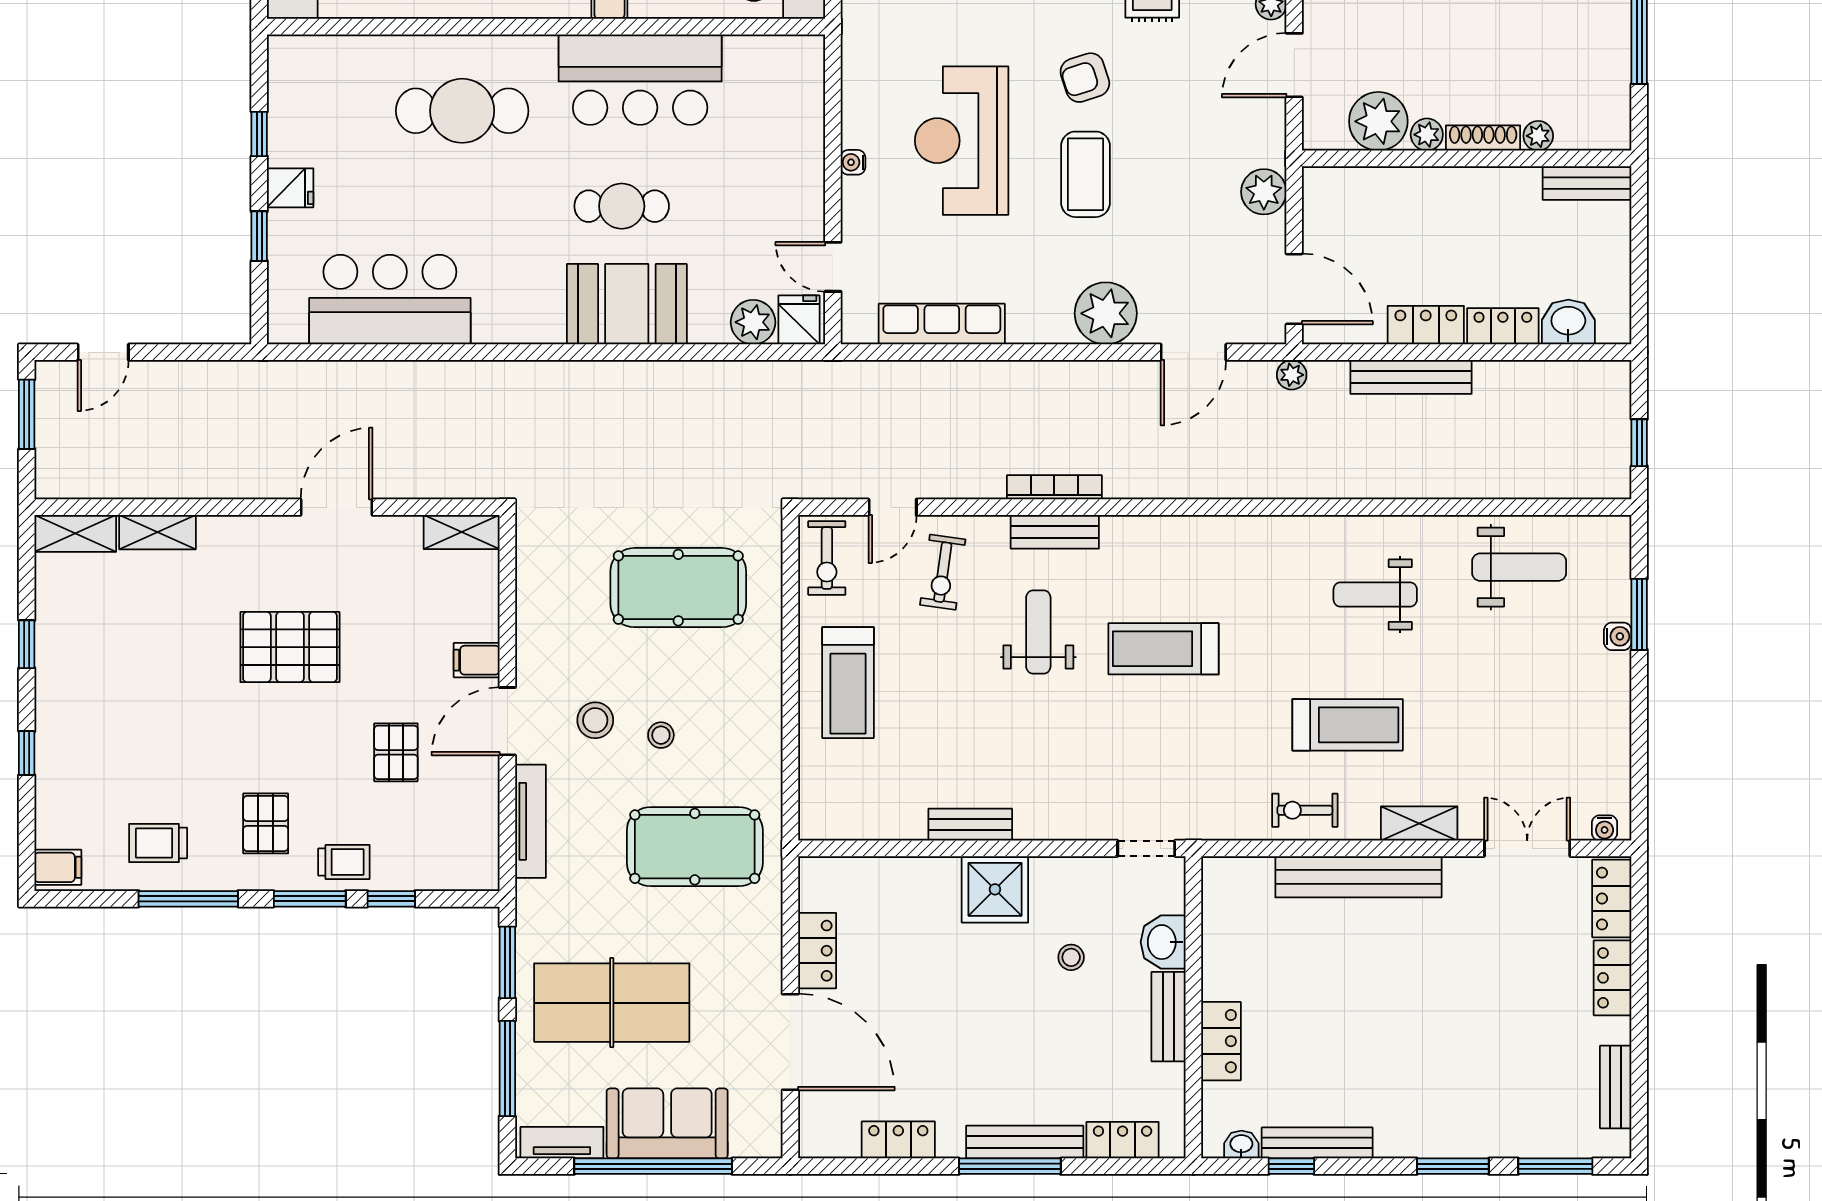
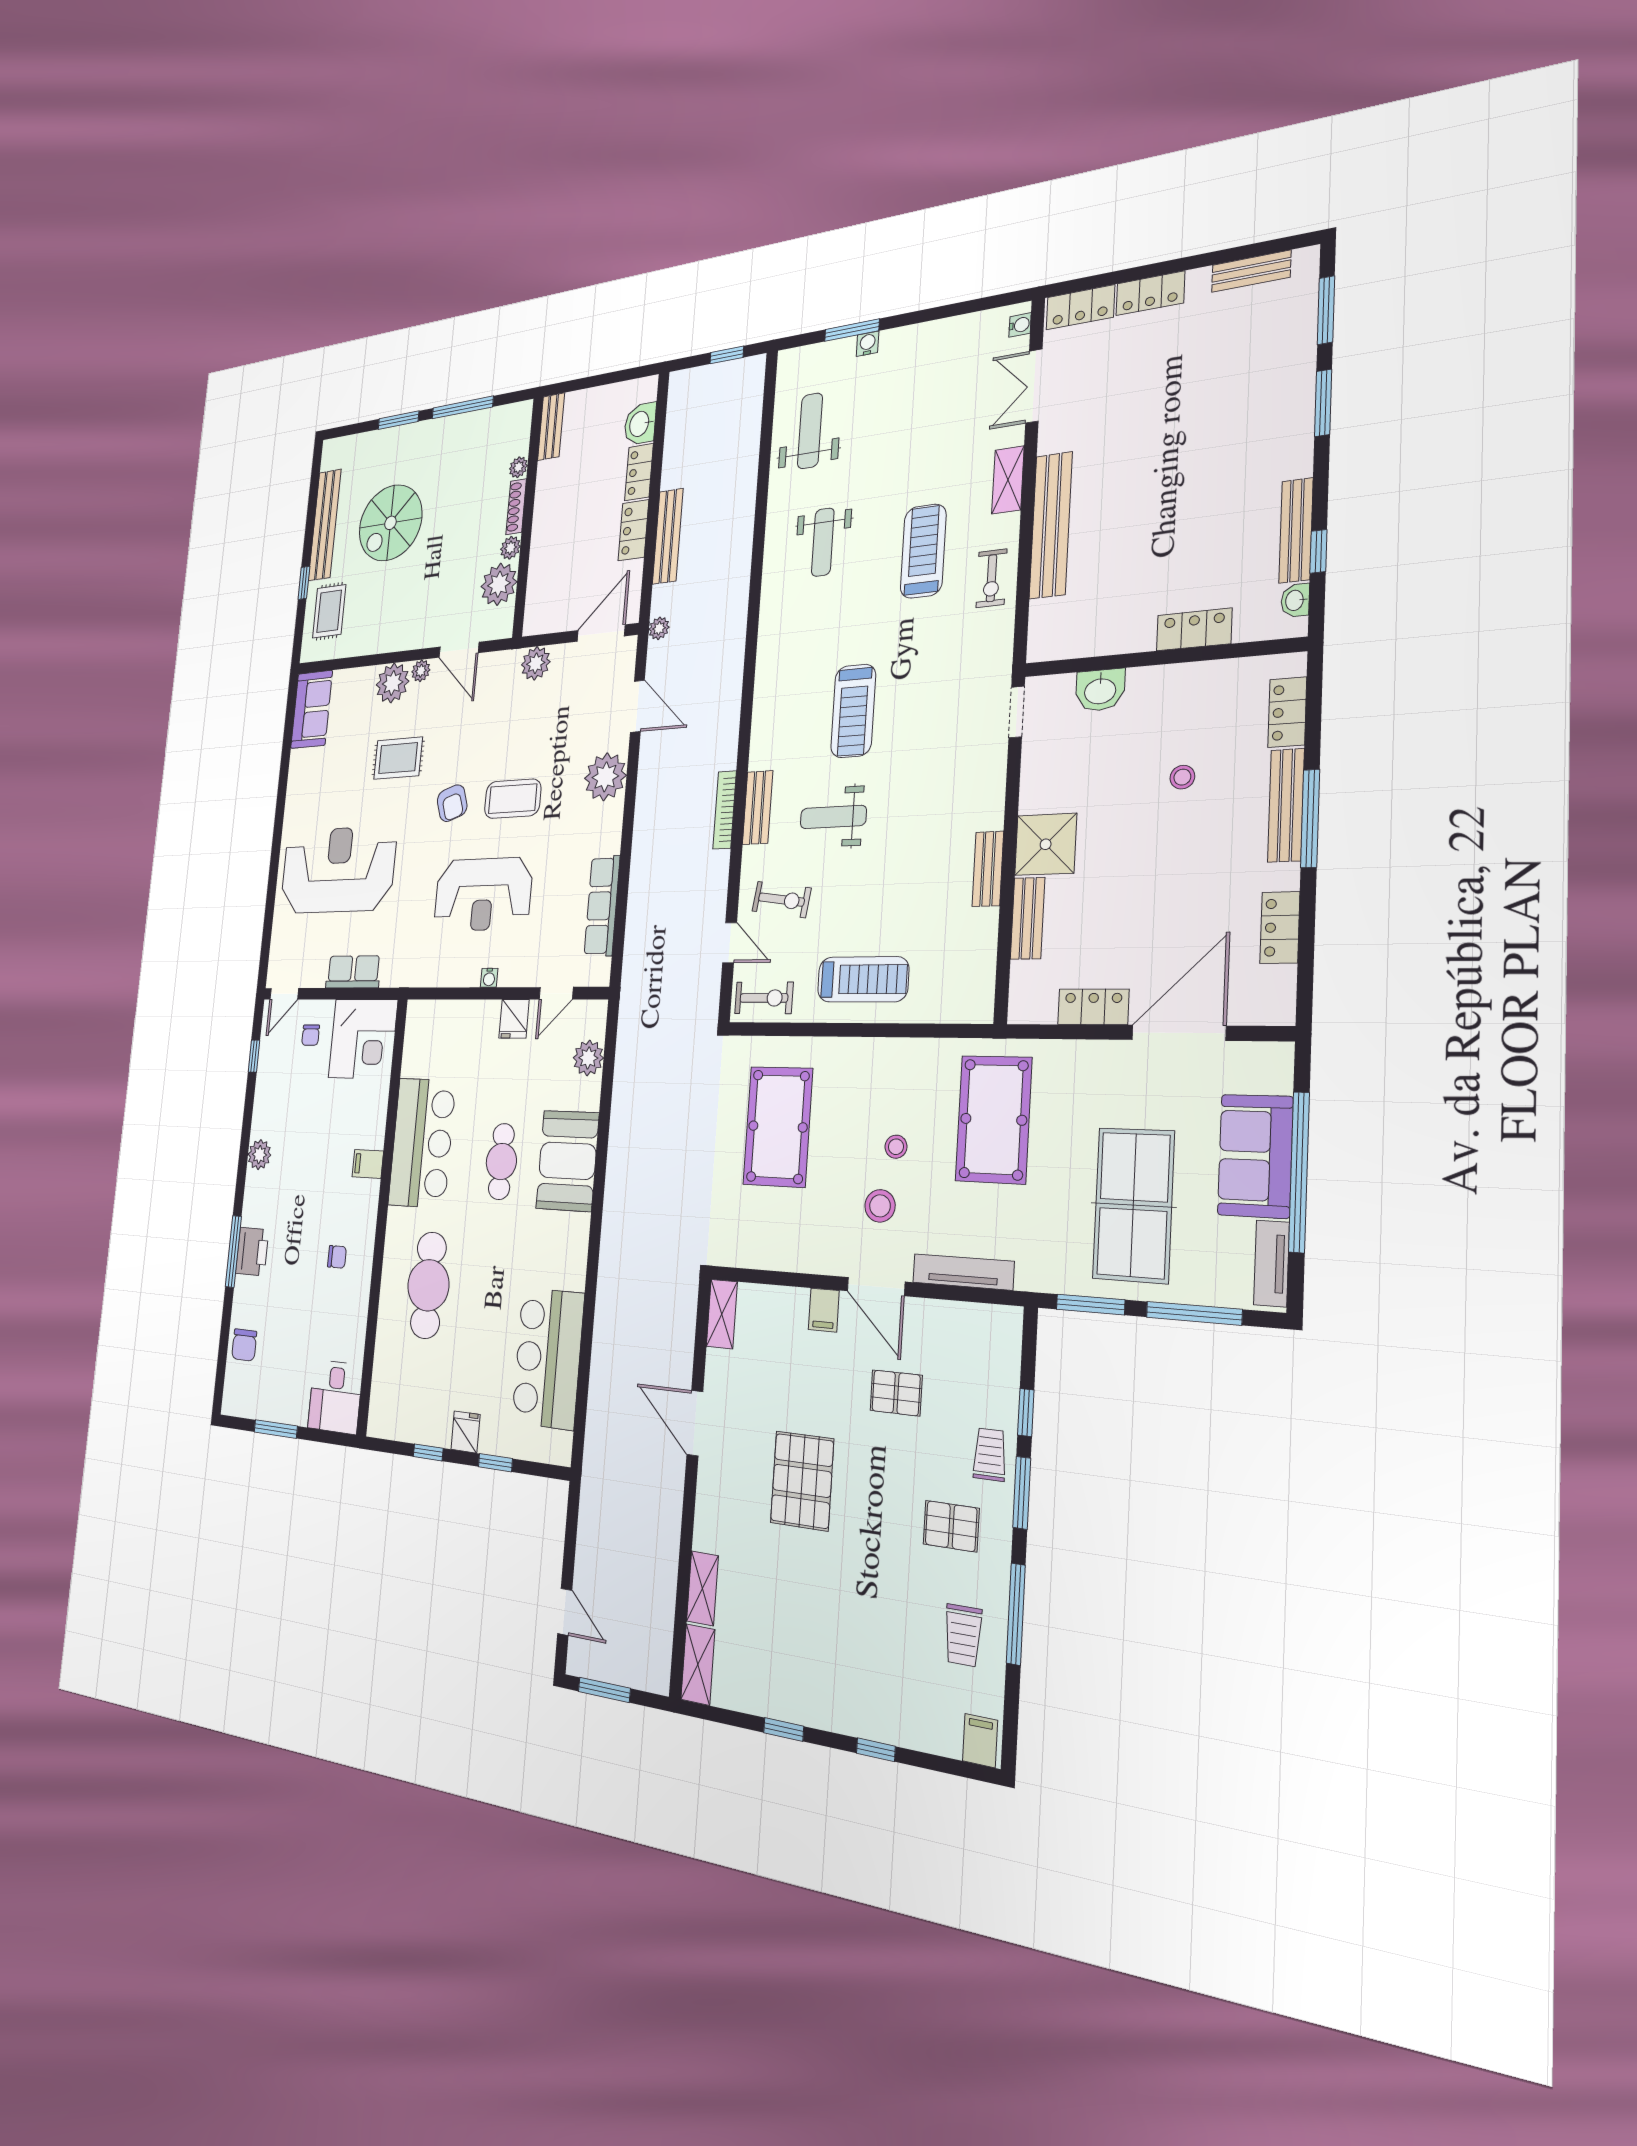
fridge: (799, 320) -> (514, 1019), moved, turned -90
stool: (1071, 957) -> (1182, 777), moved
bench: (1169, 1017) -> (1028, 918), moved, turned 90

